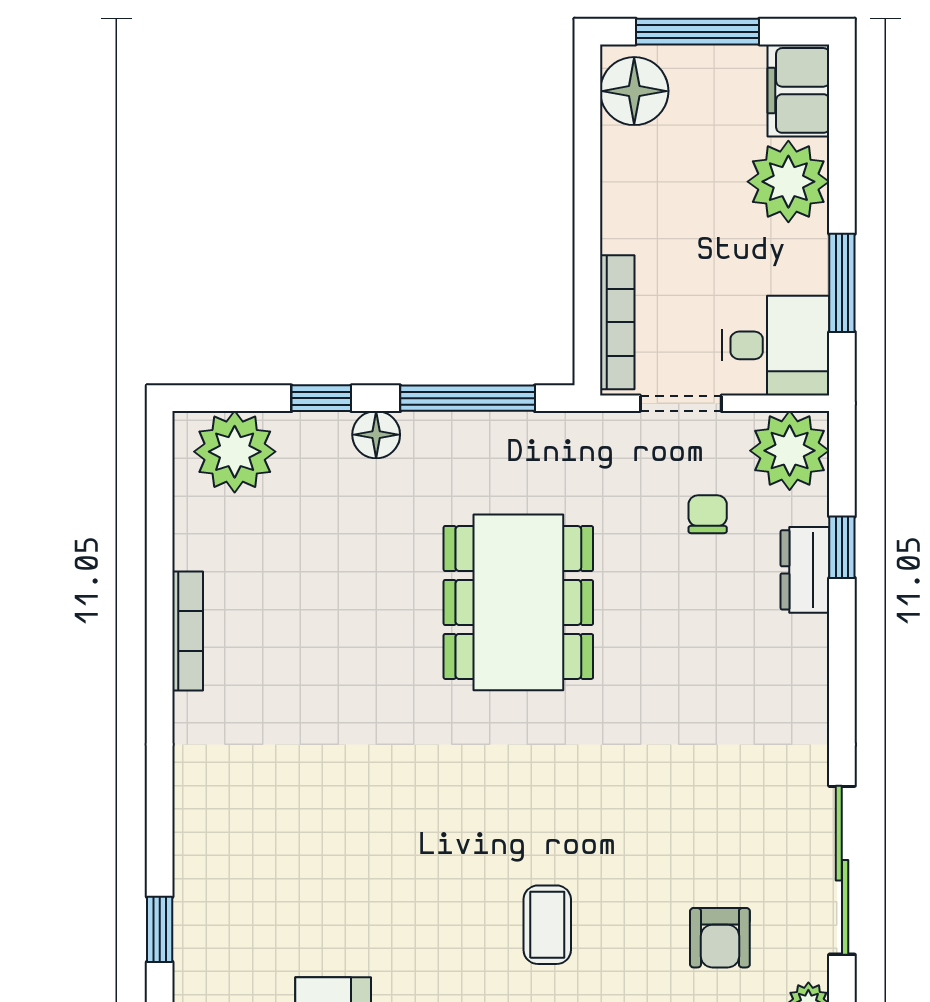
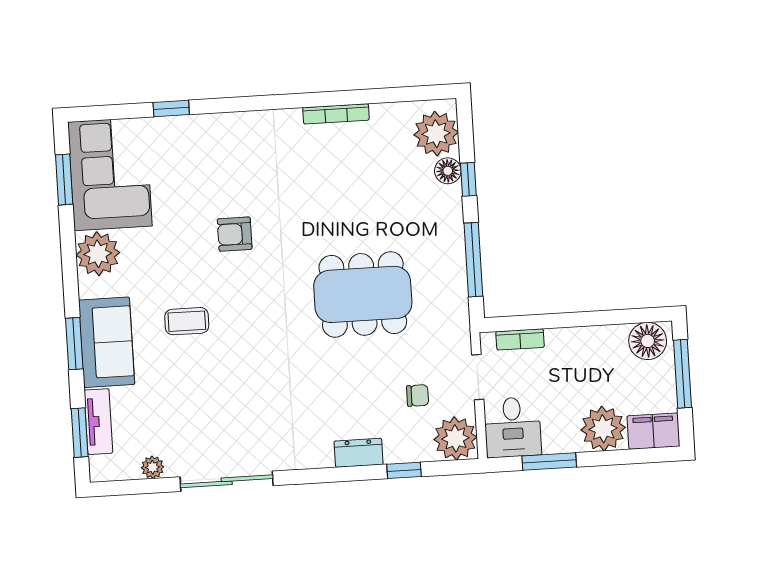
bookcase: (617, 322) -> (520, 339), width x0.64
floor lamp: (376, 435) -> (448, 171), moved
dresser: (805, 570) -> (359, 453), moved
armchair: (720, 938) -> (235, 234), moved

